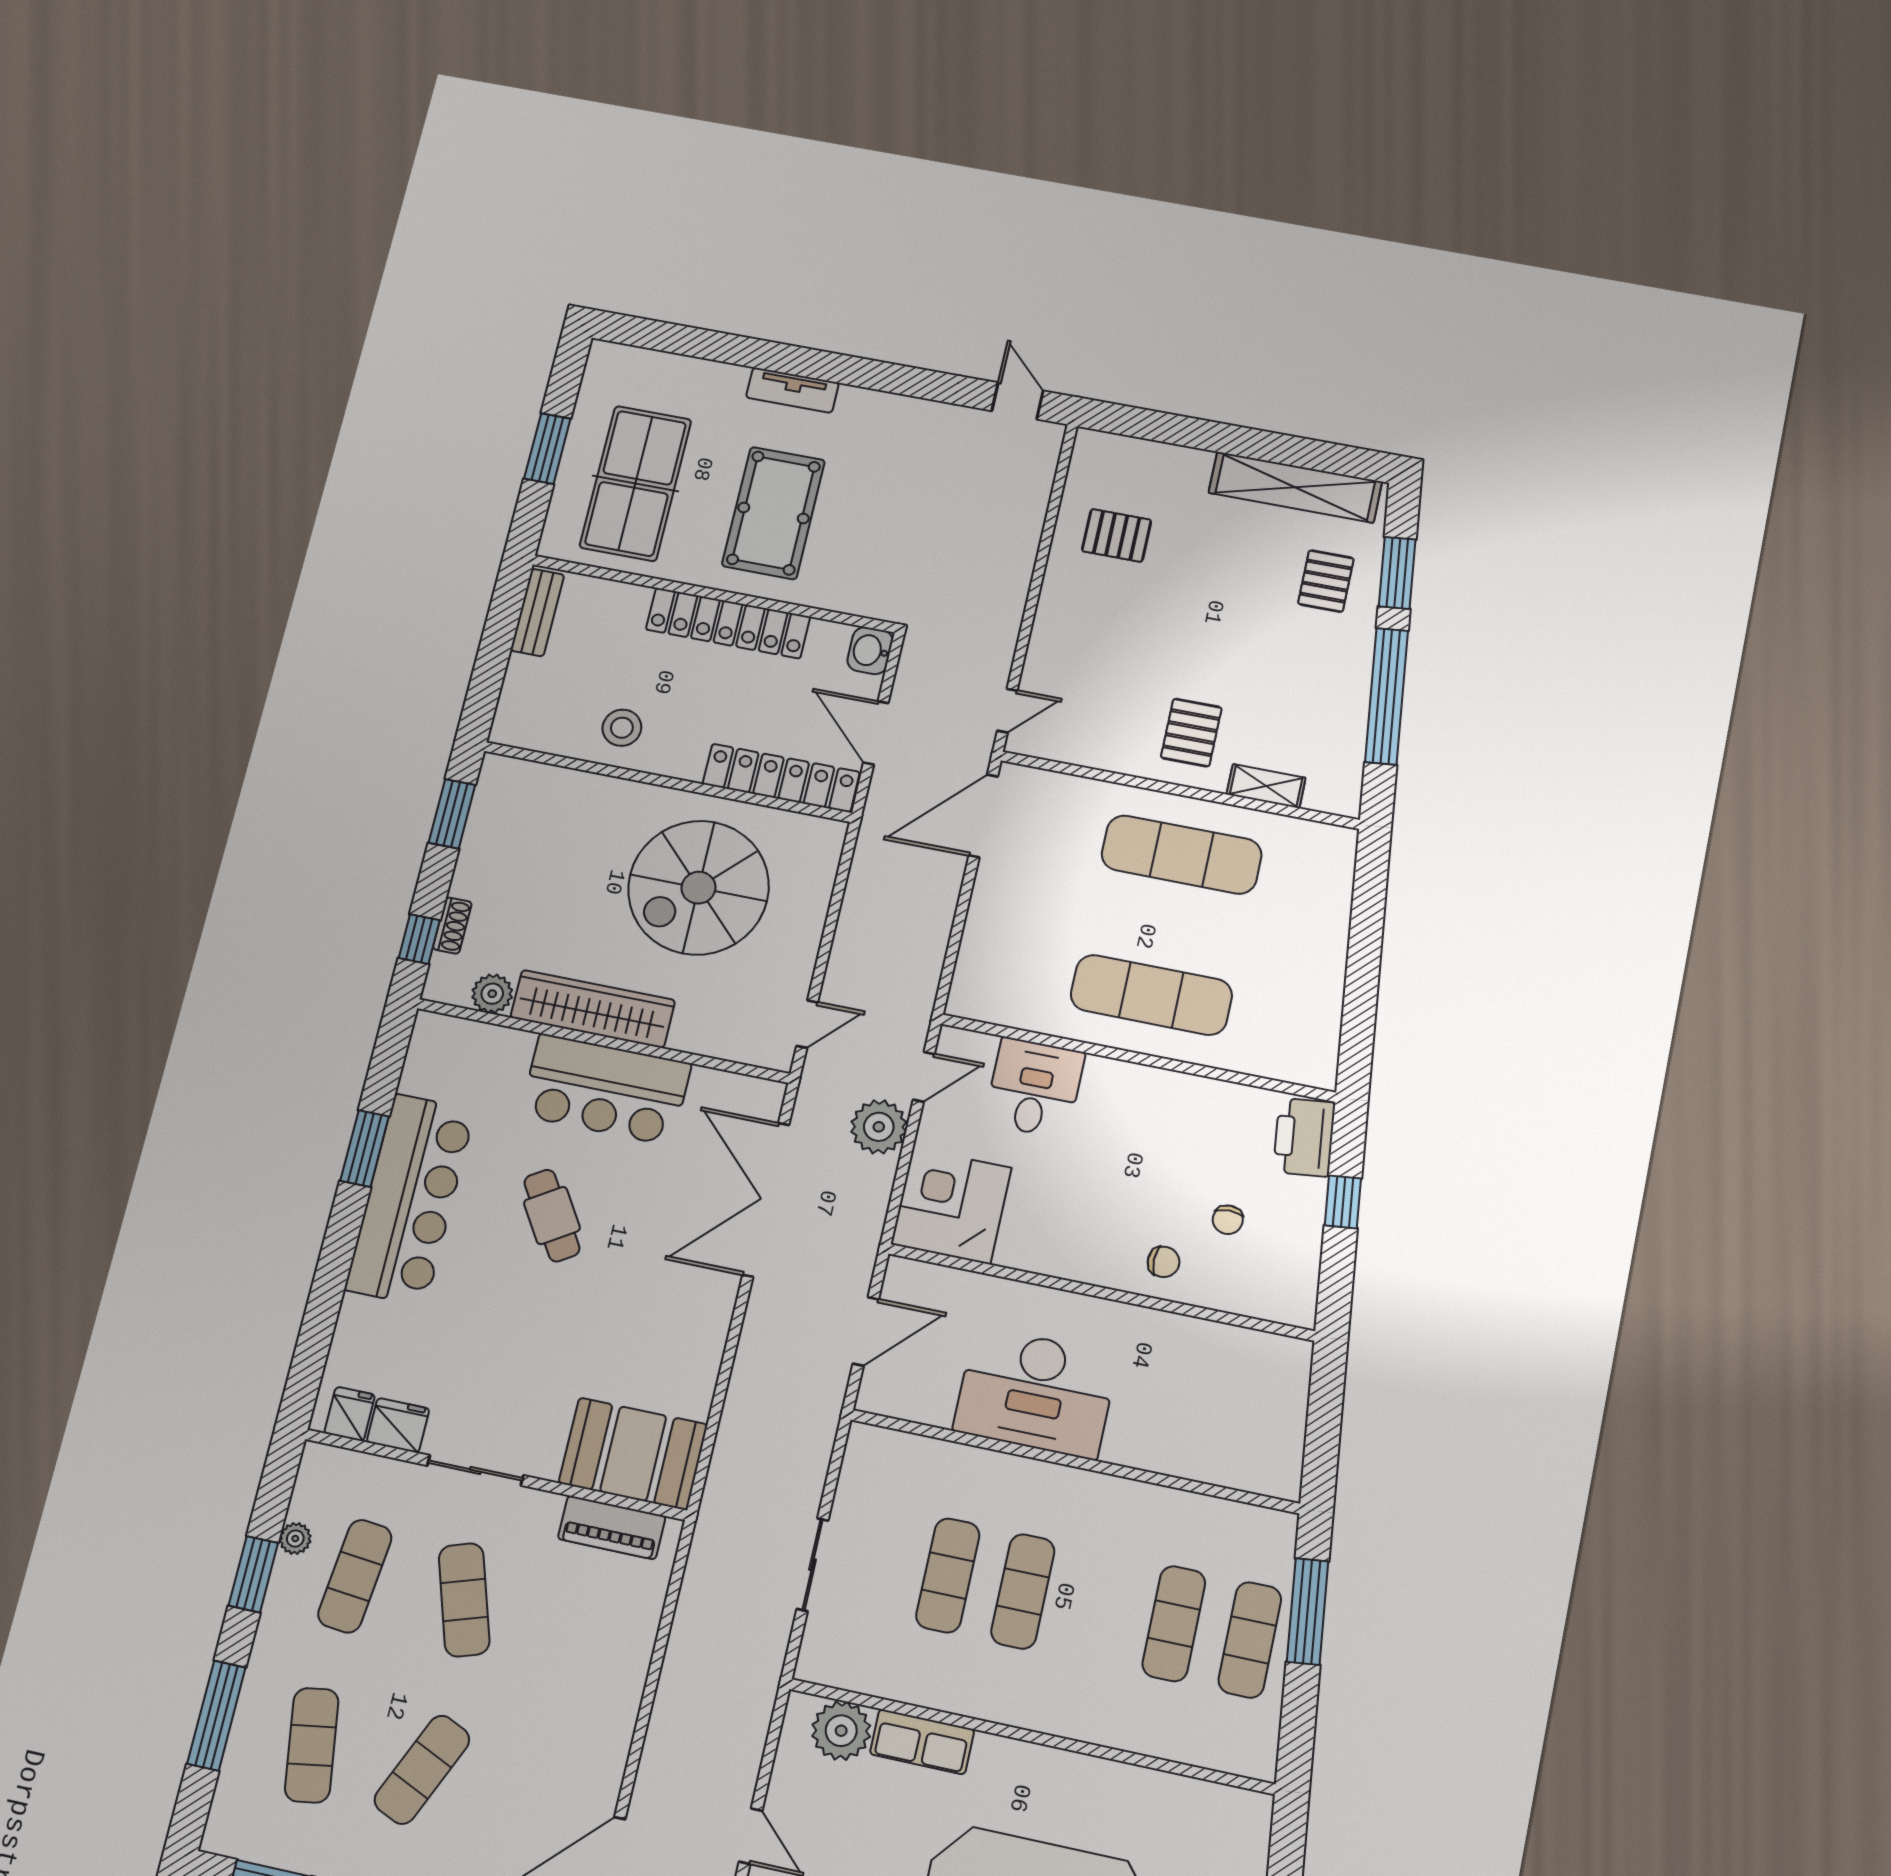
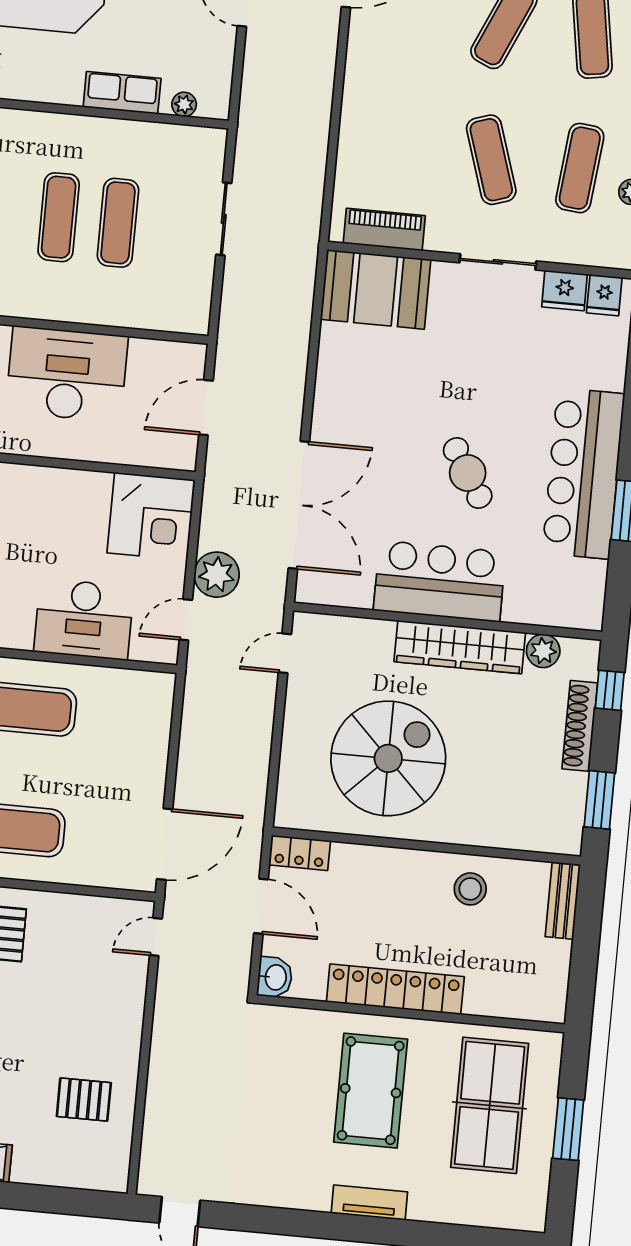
bench: (537, 613) -> (563, 901), moved
locker: (781, 778) -> (300, 853), width x0.46, depth x0.83
shoe rack: (452, 926) -> (580, 726), width x1.94, depth x1.24
desk: (1034, 1088) -> (84, 619), width x1.37
plant: (841, 1731) -> (184, 104), width x0.53, depth x0.53

